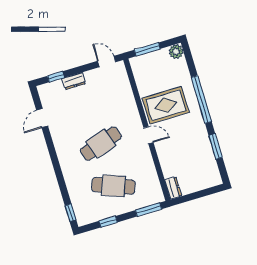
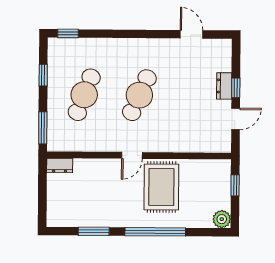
window: (147, 49) -> (235, 185), width x0.67
door: (107, 62) -> (236, 119), moved
window: (56, 77) -> (236, 88), moved
cafe table: (101, 144) -> (139, 95), turned 42

